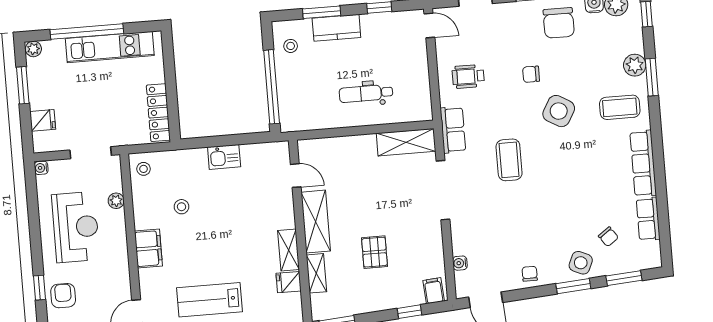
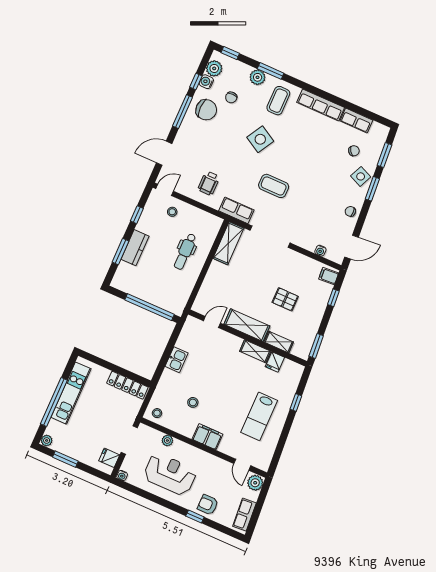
stool: (291, 46) -> (172, 212), moved
chair: (531, 74) -> (231, 97), moved
fridge: (43, 120) -> (109, 458), moved, turned -90

